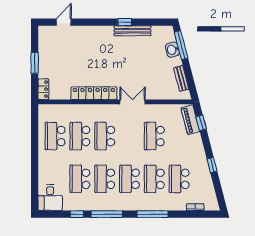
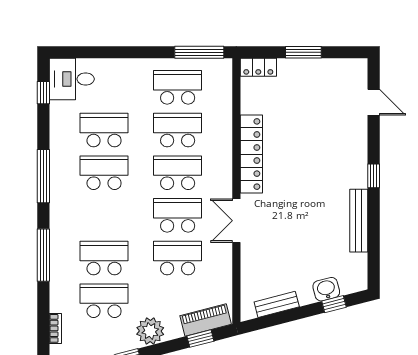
window: (125, 22) -> (374, 176), moved
window: (181, 45) -> (334, 304), width x0.46
double door: (133, 102) -> (236, 221), swing flipped
window: (35, 124) -> (199, 52), added
plant: (197, 152) -> (150, 331), added
school desk: (129, 179) -> (178, 215), moved
window: (77, 214) -> (43, 93), moved

